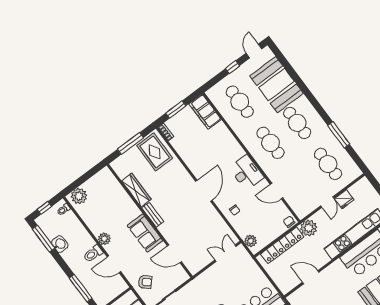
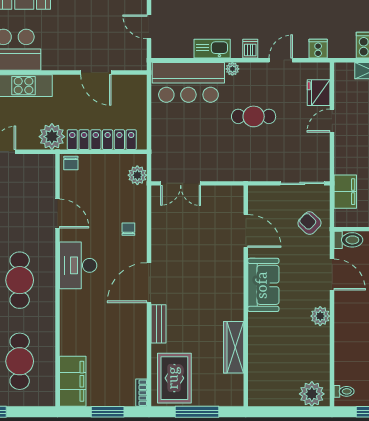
bench: (153, 215) -> (159, 324), moved
toilet: (93, 254) -> (348, 240), moved

